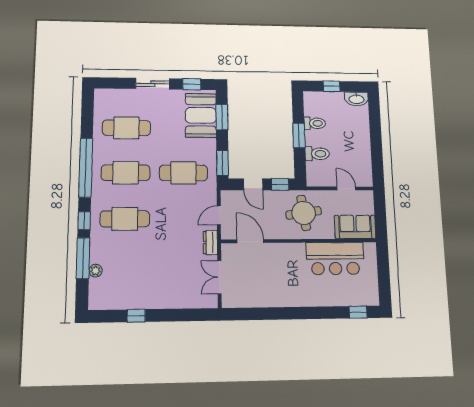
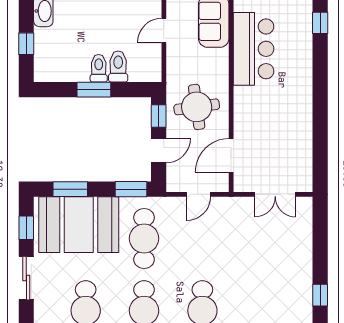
booth: (201, 115) -> (79, 225), width x1.36, depth x1.42
toilet: (315, 123) -> (99, 68), moved
round table: (304, 213) -> (197, 107), moved
door: (219, 215) -> (198, 194), hinge flipped
dresser: (210, 243) -> (232, 205), removed

